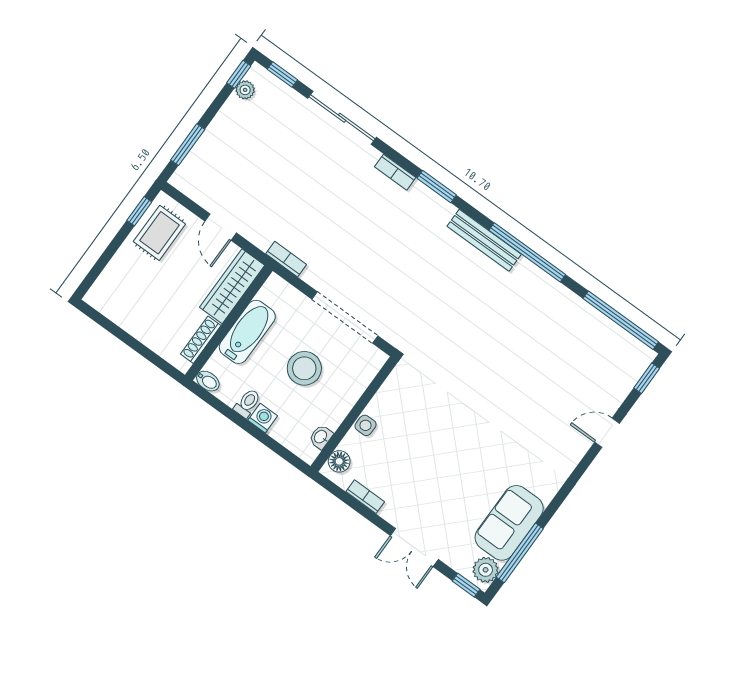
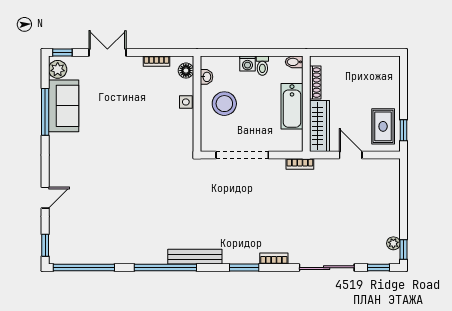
window: (188, 145) -> (403, 188), removed
stool: (304, 368) -> (224, 104), moved
window: (520, 553) -> (45, 112), moved

